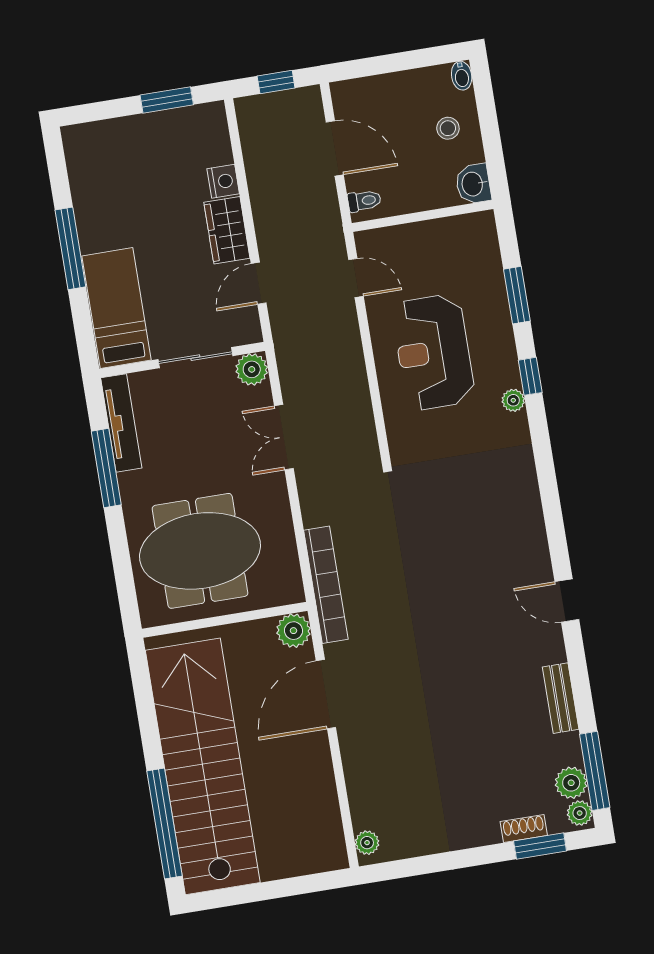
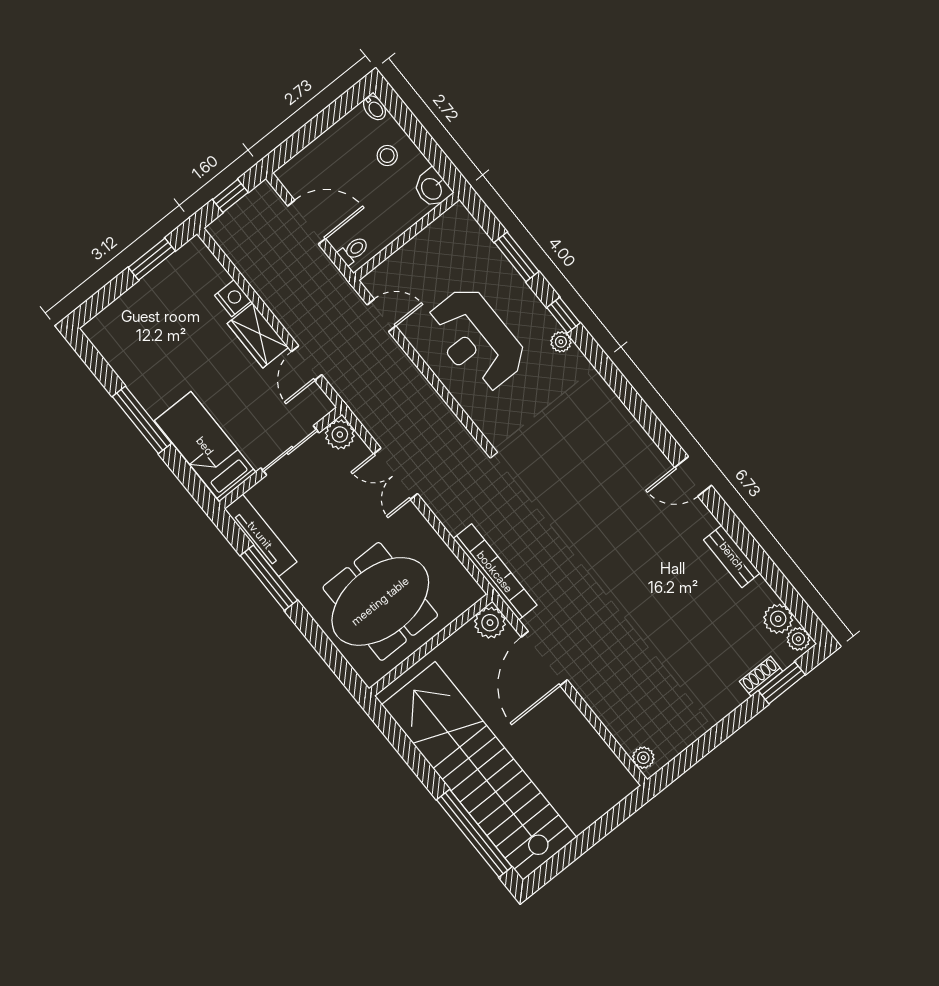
window: (595, 771) -> (792, 599), removed

